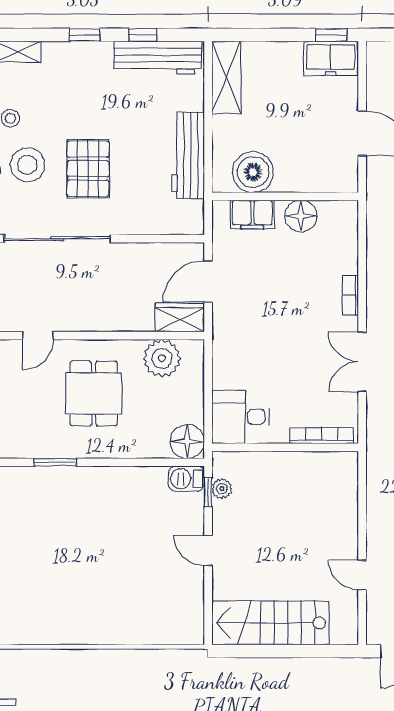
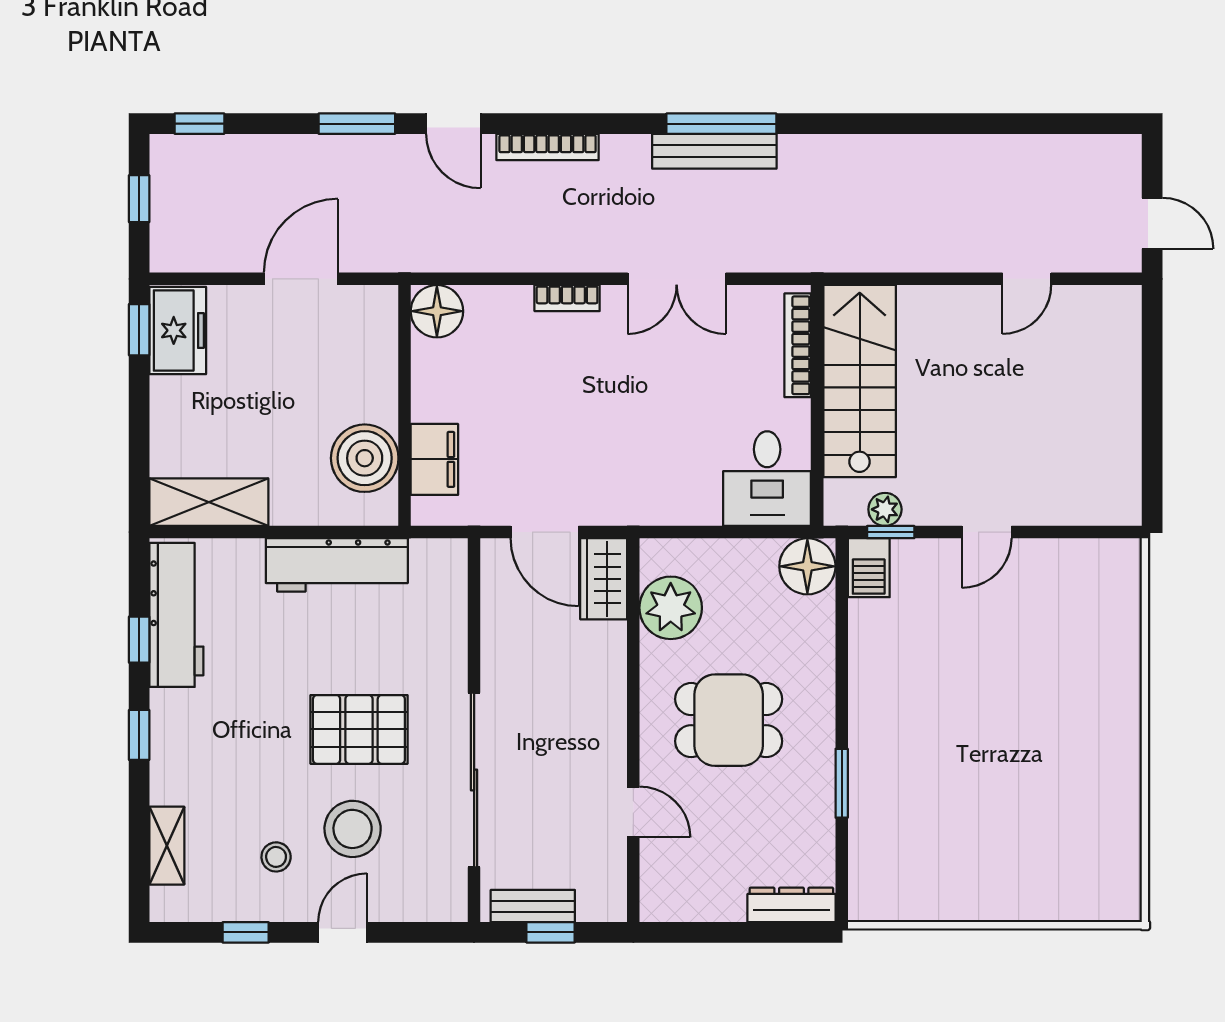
floor lamp: (301, 216) -> (437, 311), moved
stairs: (270, 623) -> (860, 381), moved, turned 180

